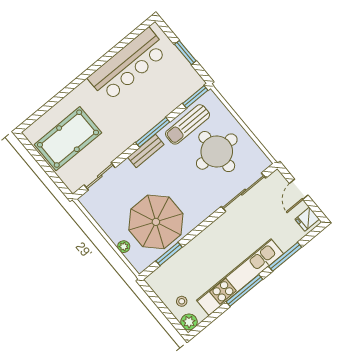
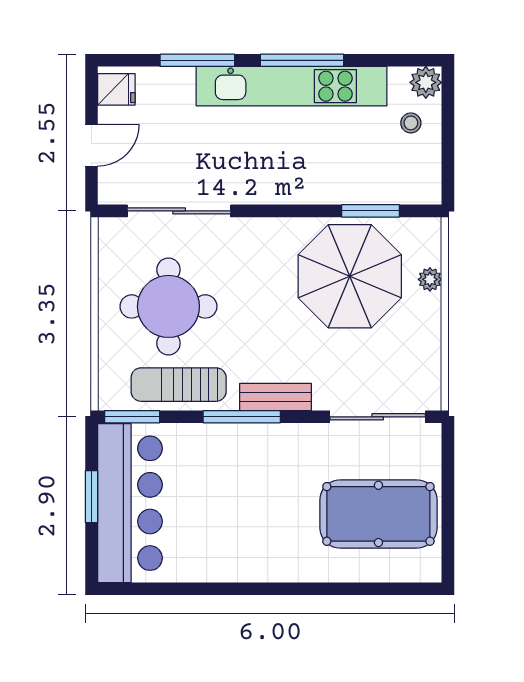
bar counter: (128, 65) -> (130, 503), moved, turned 90
sun lounger: (188, 124) -> (179, 385), turned 180
sliding door: (100, 176) -> (378, 417), width x1.37

